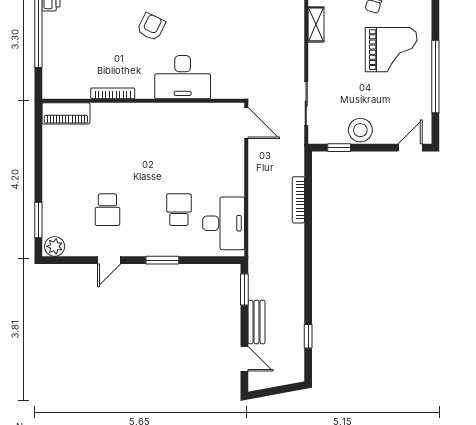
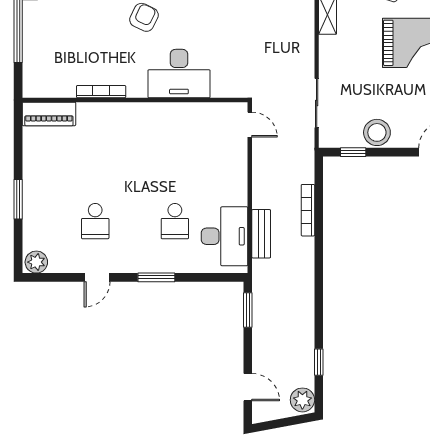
door: (246, 123) -> (250, 125), width x0.73
school desk: (179, 210) -> (175, 221), turned 180
window: (38, 220) -> (18, 199), moved
bench: (256, 322) -> (261, 234), moved
plant: (293, 370) -> (302, 400), added

